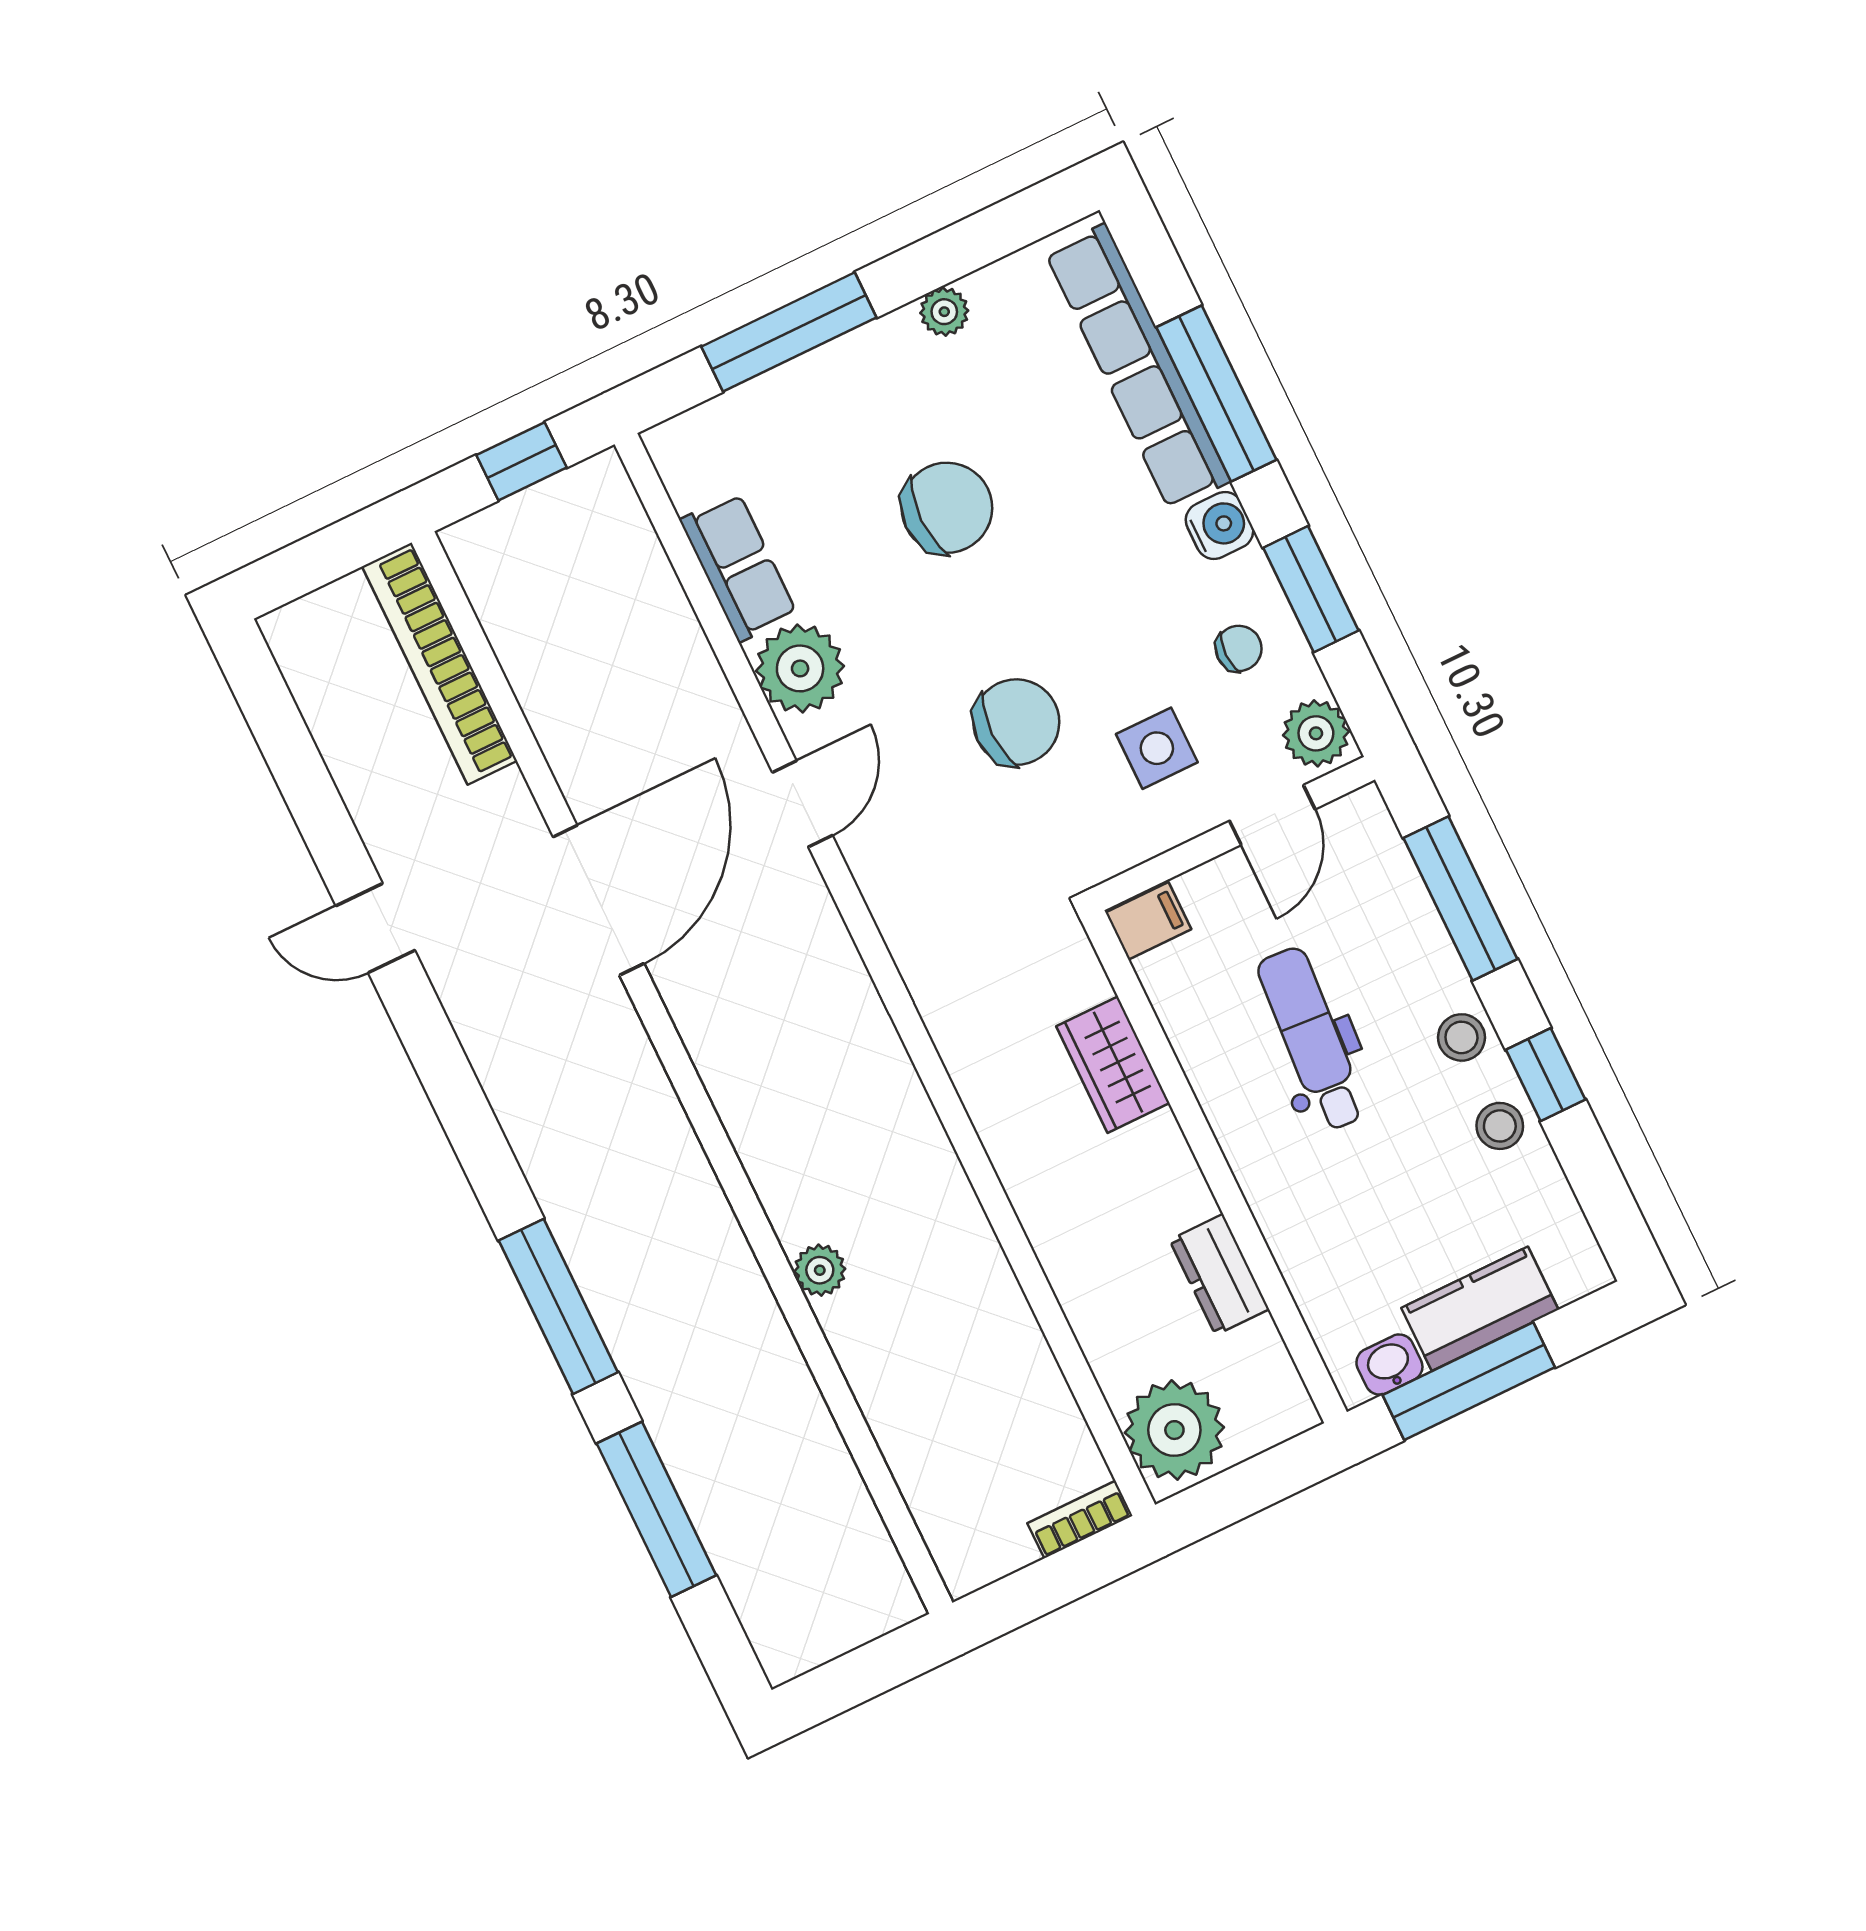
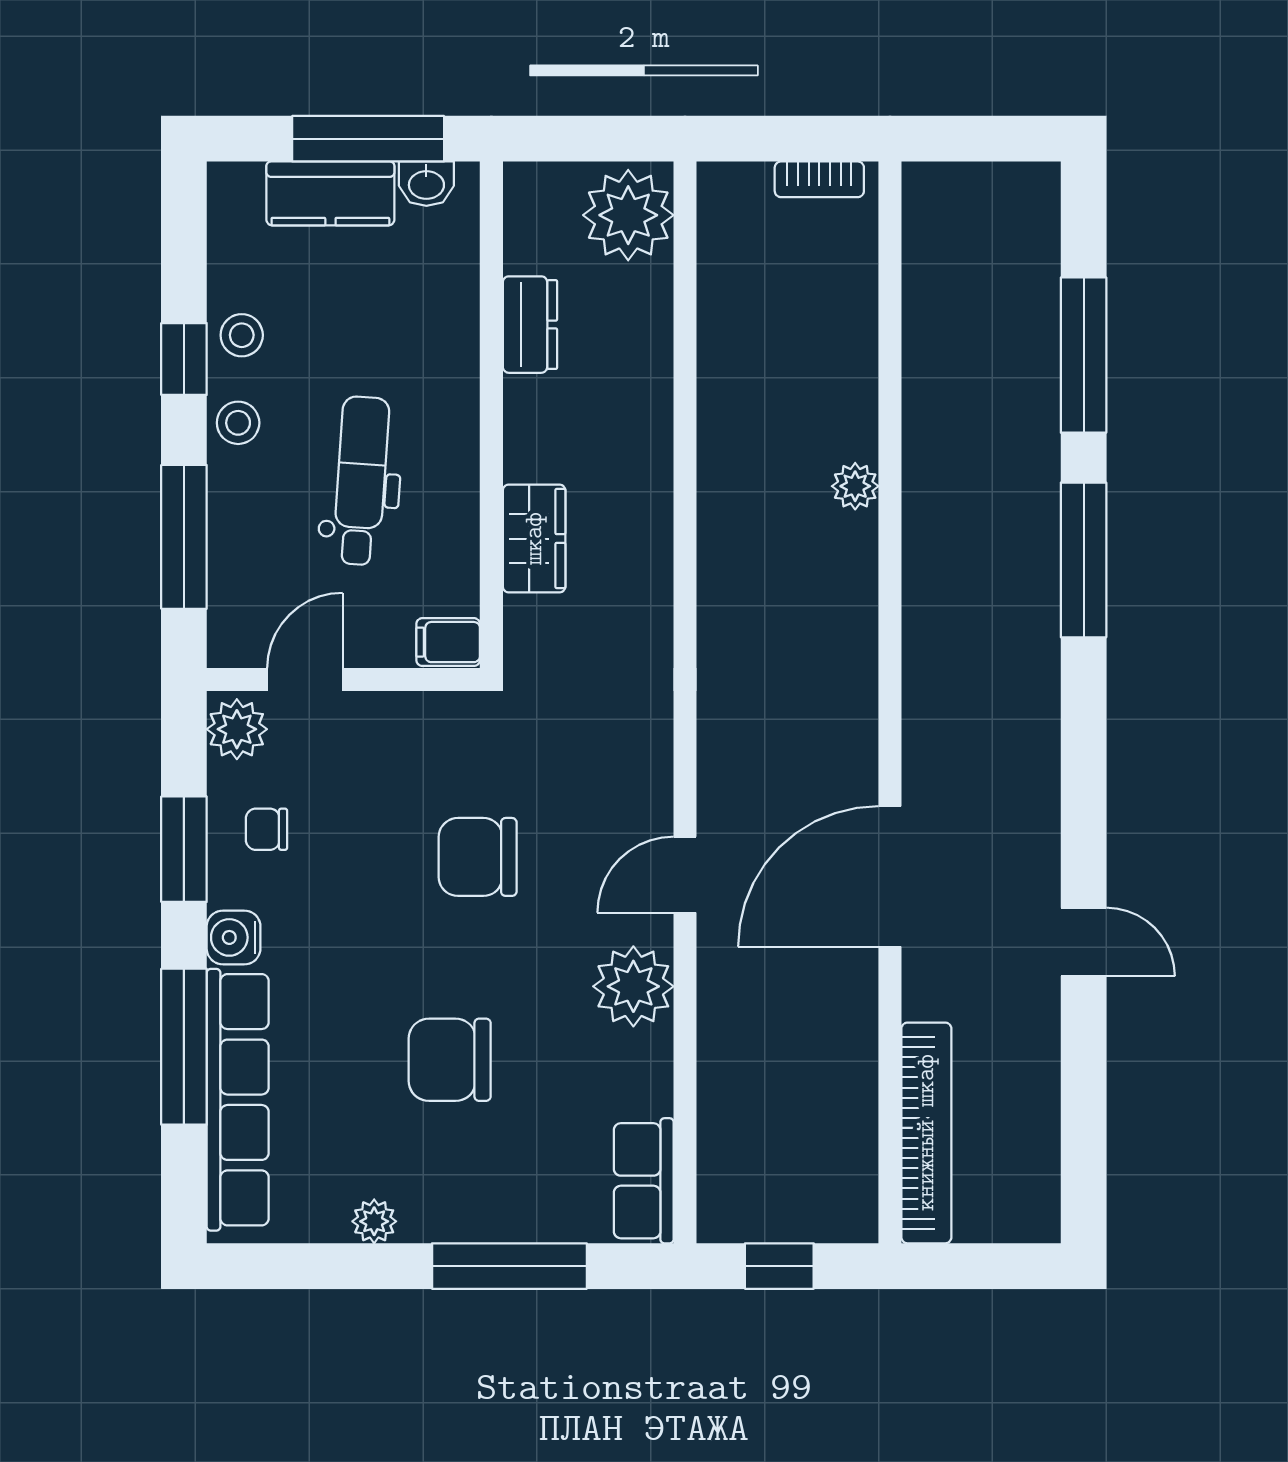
row of seats: (738, 567) -> (644, 1181), moved
side table: (1157, 748) -> (373, 780), removed
dental chair: (1312, 1039) -> (361, 481), turned 180
bookcase: (1080, 1519) -> (819, 179), moved

